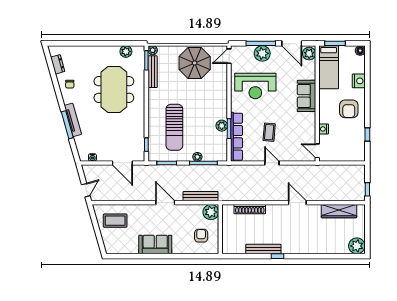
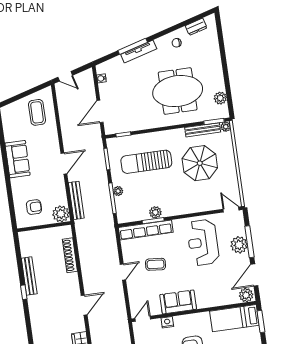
parasol: (195, 63) -> (200, 163), moved
sofa: (306, 96) -> (178, 302), moved

